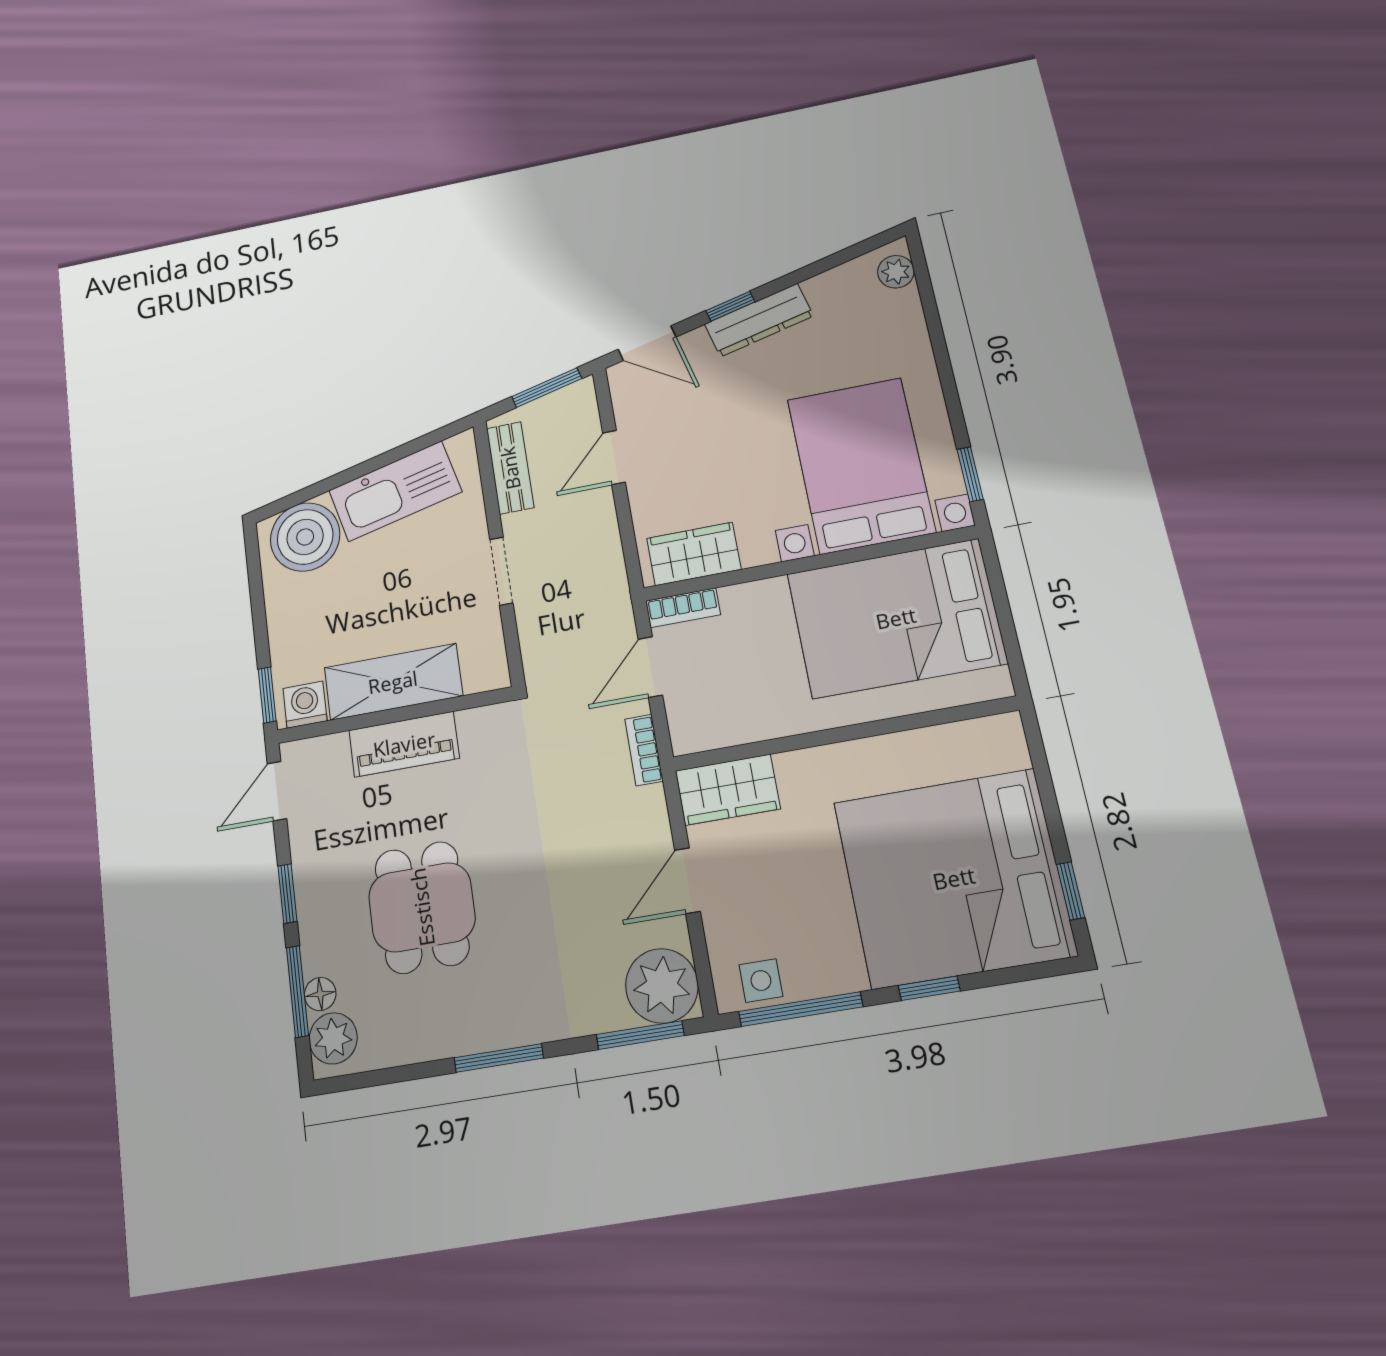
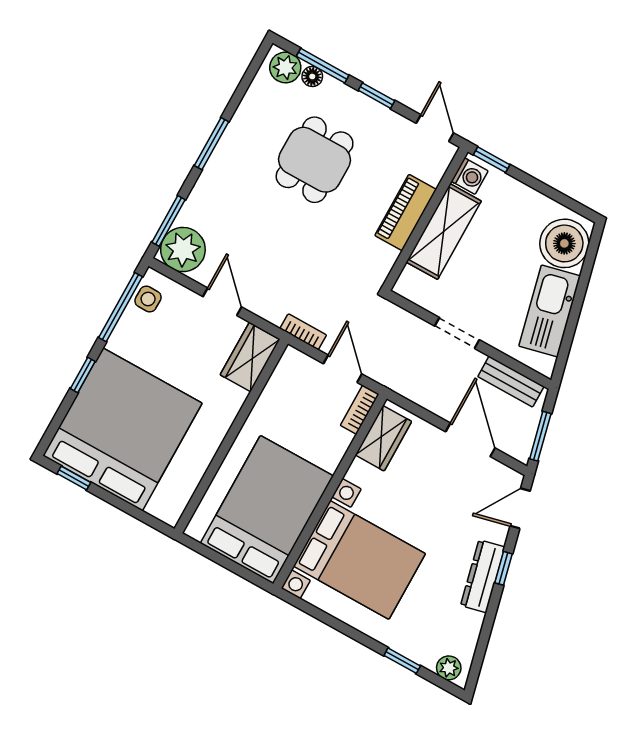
door: (614, 457) -> (470, 440), width x1.38
window: (970, 474) -> (402, 661), moved
dining table: (422, 907) -> (315, 160), turned 90

